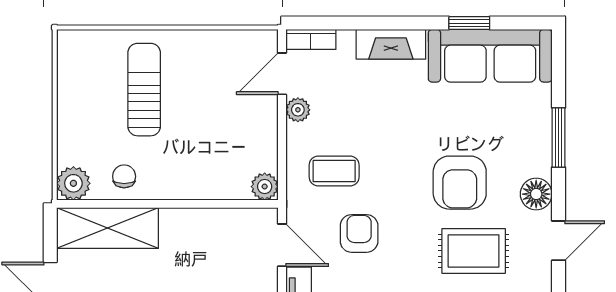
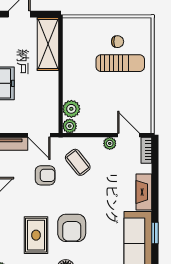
coffee table: (334, 171) -> (78, 162), turned -38
chair: (124, 176) -> (118, 42), moved
plant: (73, 183) -> (71, 109), moved
armchair: (460, 183) -> (72, 228), turned -90
door: (282, 245) -> (39, 135), hinge flipped

